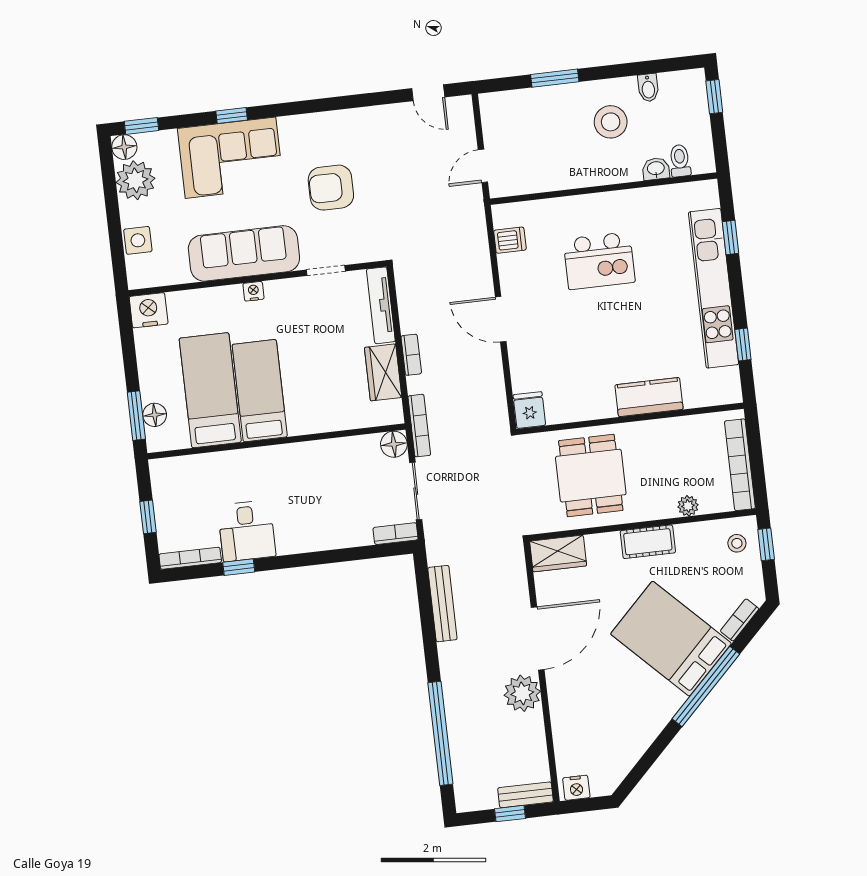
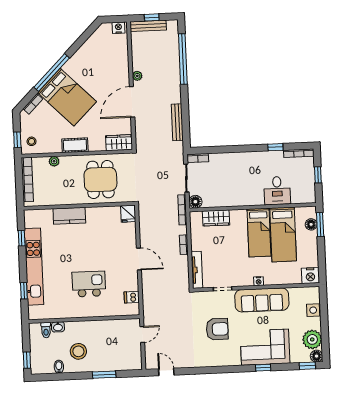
wardrobe: (383, 372) -> (216, 218), moved, turned 90
desk: (247, 531) -> (277, 191), moved, turned 180
plant: (522, 693) -> (137, 76), width x0.53, depth x0.53
bench: (525, 795) -> (148, 26), width x1.36

